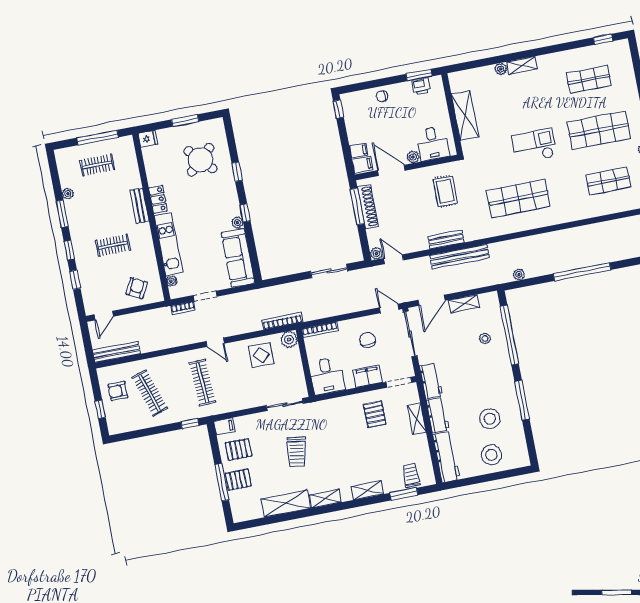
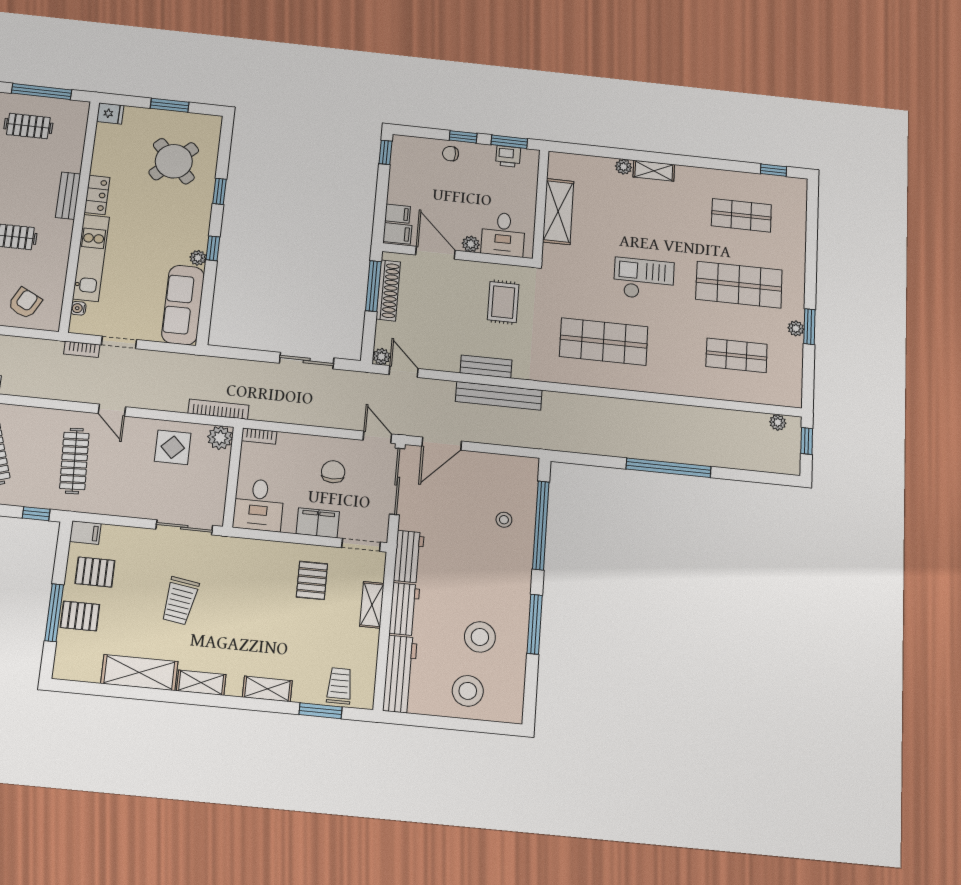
window: (387, 81) -> (463, 137), added
plant: (519, 275) -> (577, 445), removed
shelving: (464, 304) -> (487, 462), removed
bookcase: (320, 330) -> (259, 436), width x0.64

